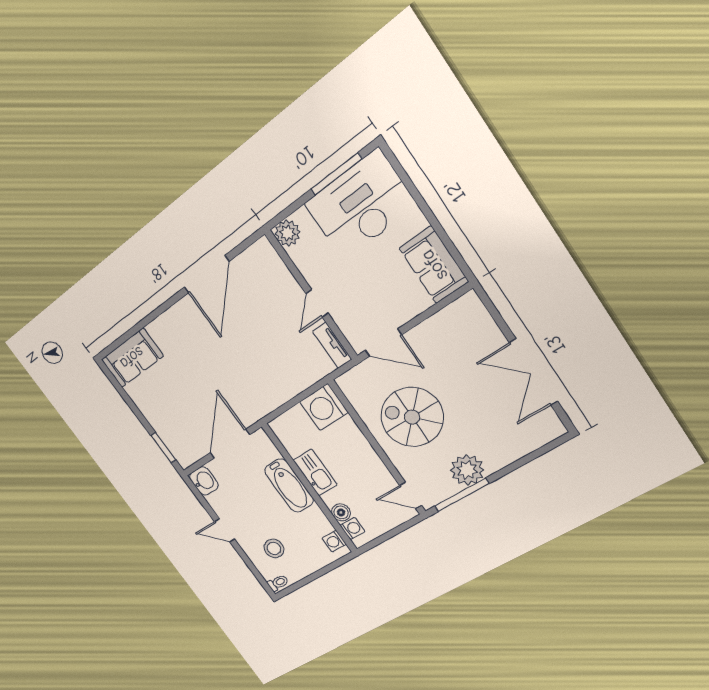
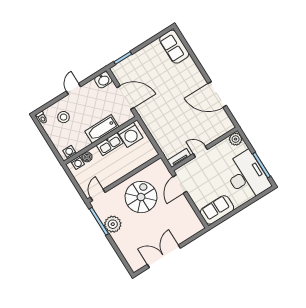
washing machine: (324, 407) -> (130, 135), moved, turned 180

